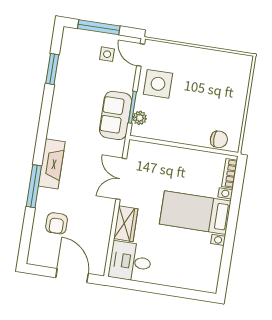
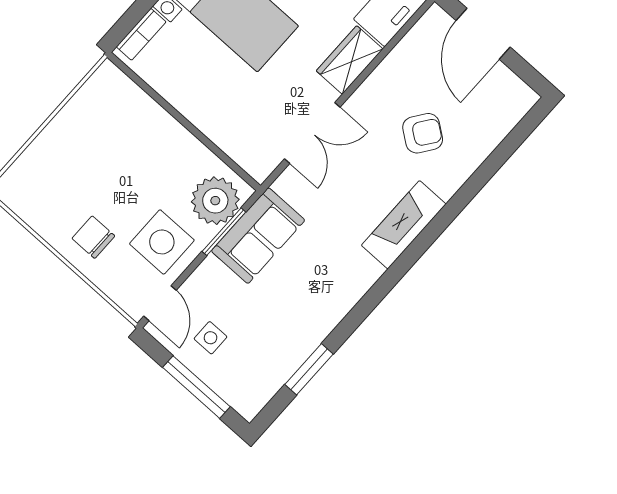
plant: (140, 118) -> (215, 201), width x1.88, depth x1.88
chair: (219, 139) -> (93, 237), moved
window: (34, 186) -> (453, 208), removed
armchair: (57, 223) -> (423, 133), moved, turned 36

